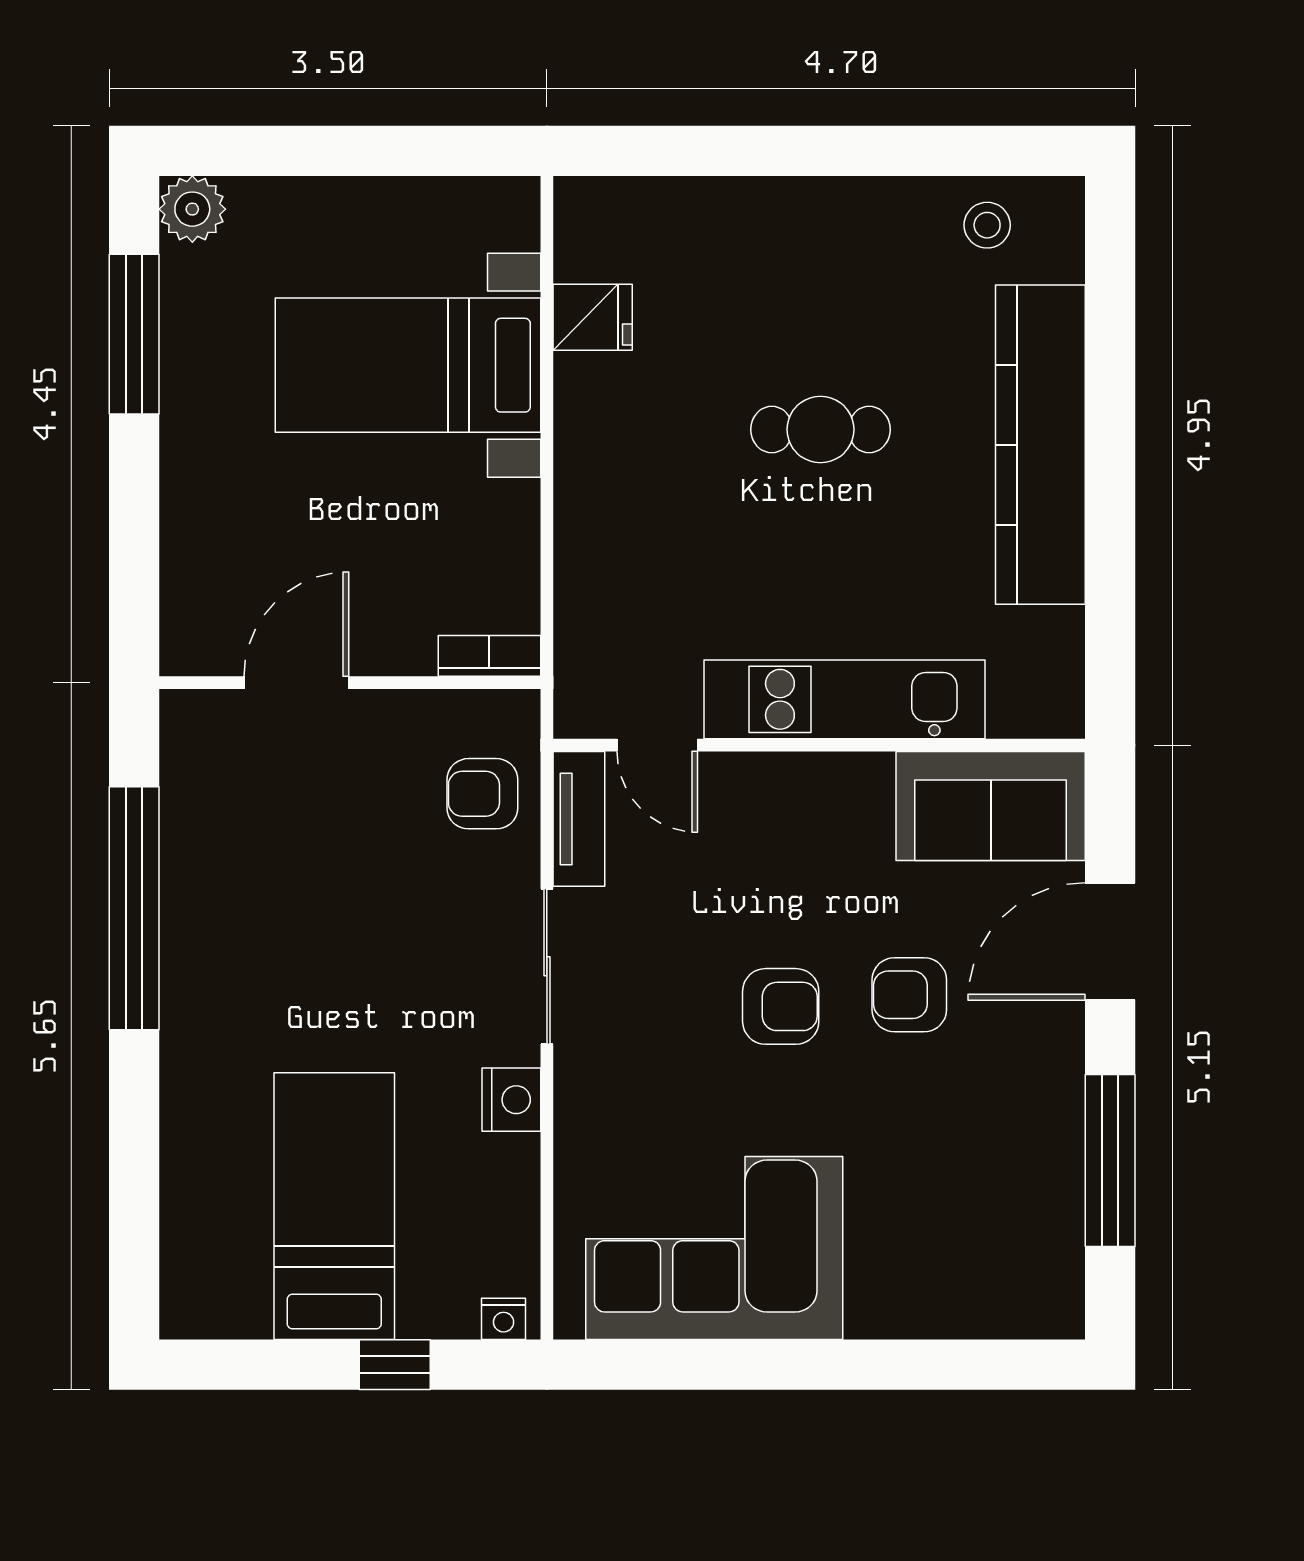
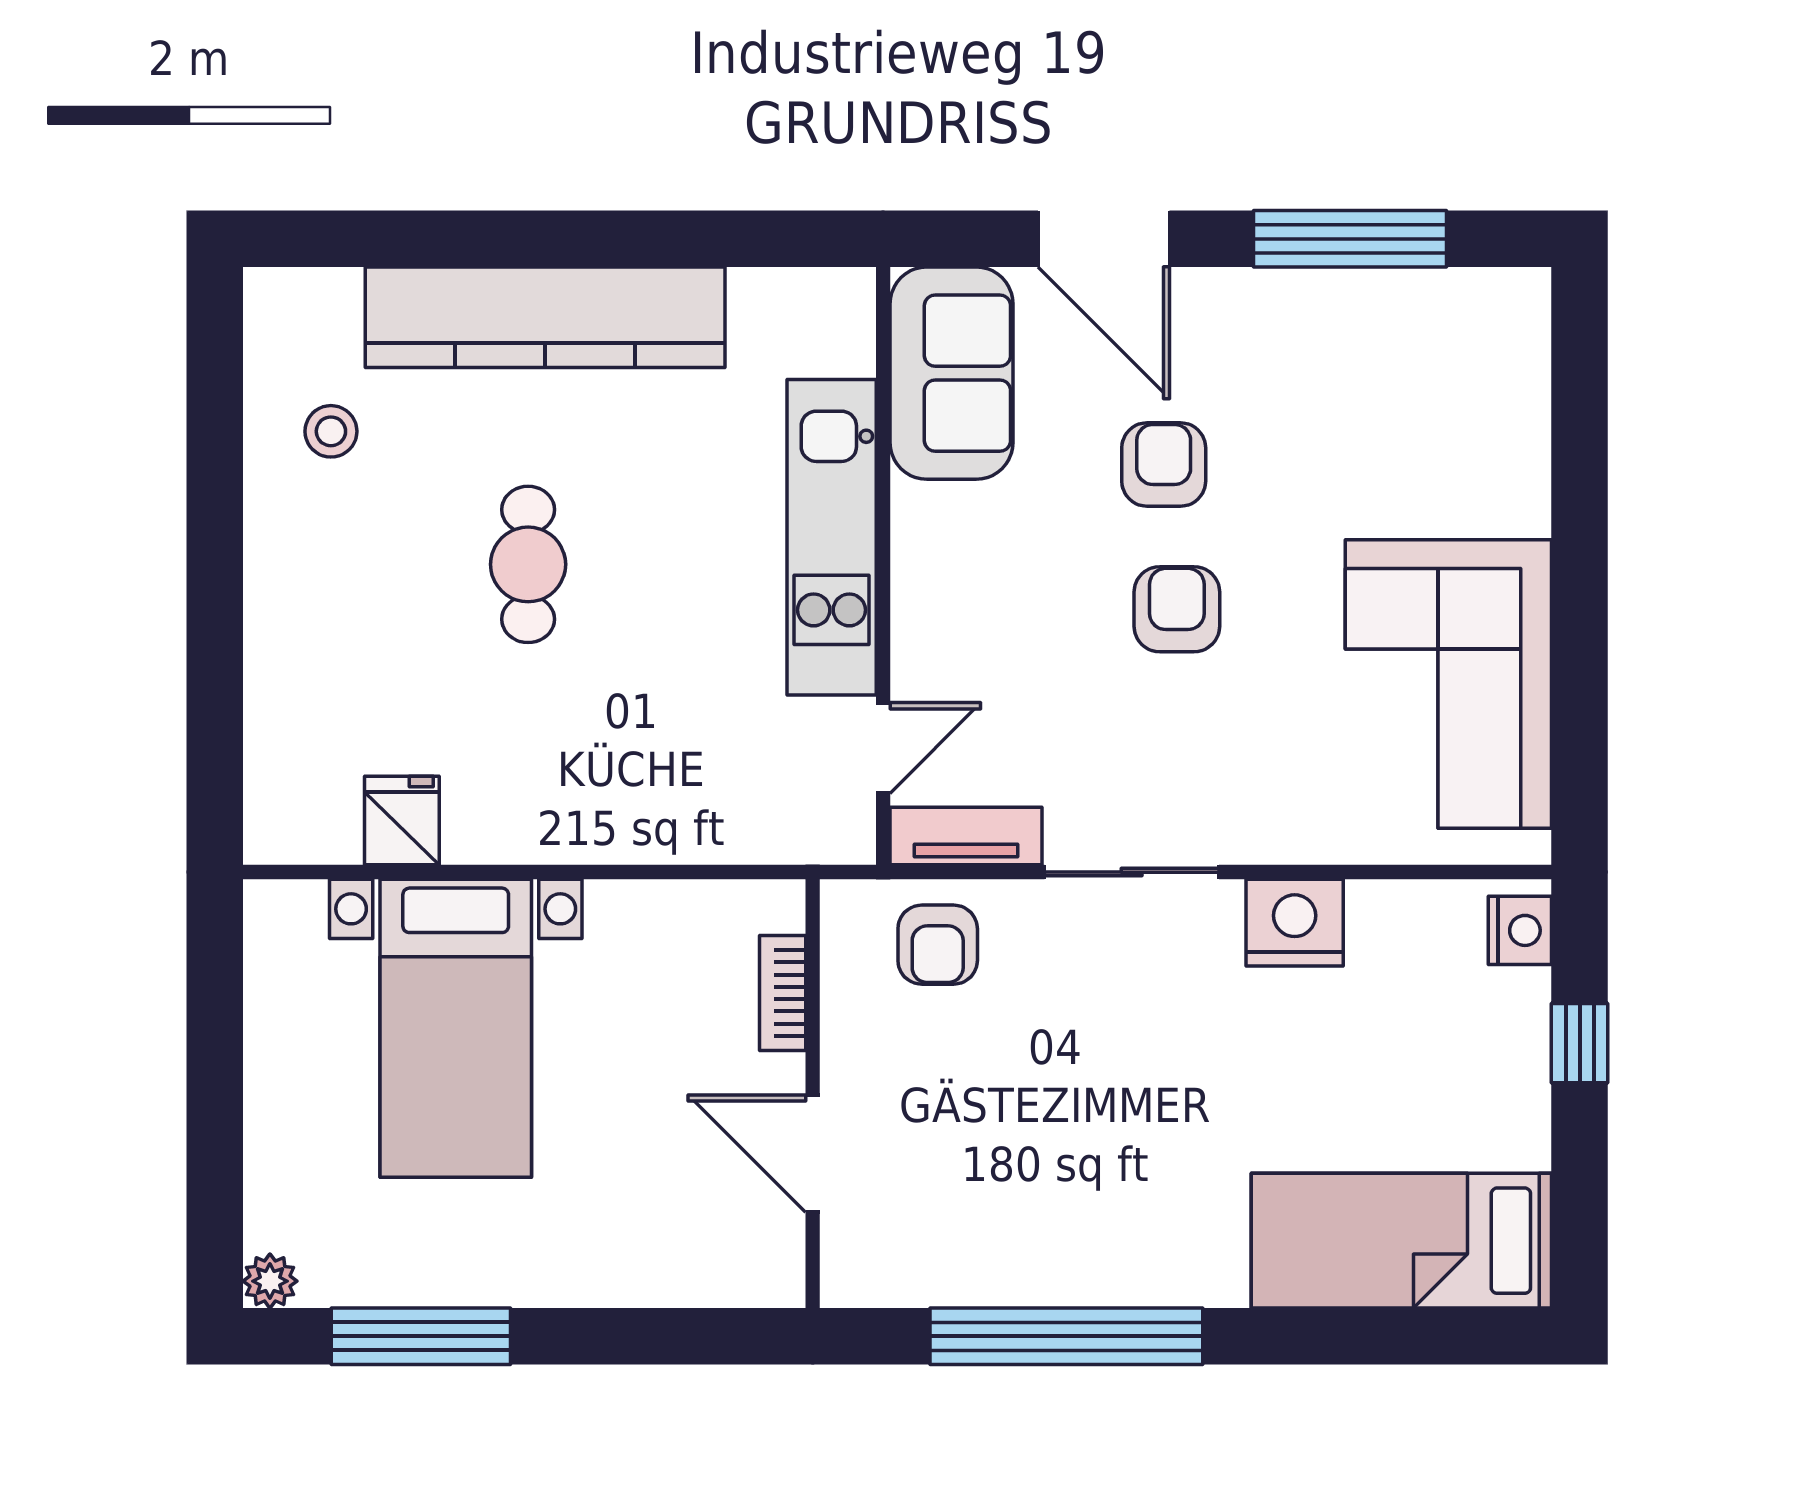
plant: (192, 209) -> (270, 1281), width x0.73, depth x0.73
stool: (987, 225) -> (331, 431), moved
bookcase: (489, 656) -> (783, 993), moved
armchair: (909, 995) -> (1164, 464), turned 180
nightstand: (511, 1100) -> (1295, 923), width x1.36, depth x1.33
bed: (334, 1206) -> (1401, 1241), moved
nightstand: (504, 1319) -> (1520, 930), width x1.39, depth x1.35

